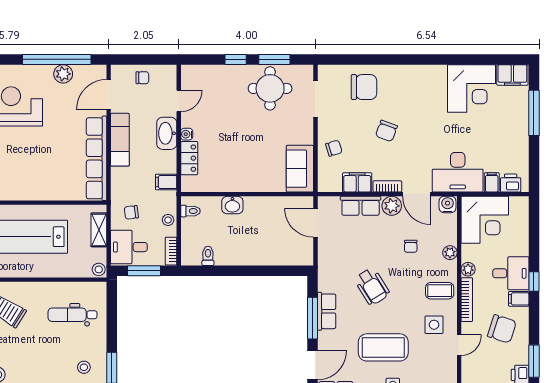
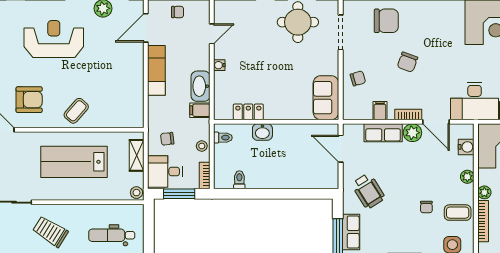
washbasin: (167, 133) -> (201, 86), moved
row of seats: (97, 158) -> (134, 88), removed
locker: (189, 158) -> (248, 112), moved, turned -90
filing cabinet: (357, 182) -> (380, 111), width x0.50
coffee table: (35, 183) -> (76, 111), added
water cooler: (448, 204) -> (466, 147), moved, turned 90
chair: (411, 246) -> (426, 207), moved
wheelchair: (372, 287) -> (368, 191), moved

